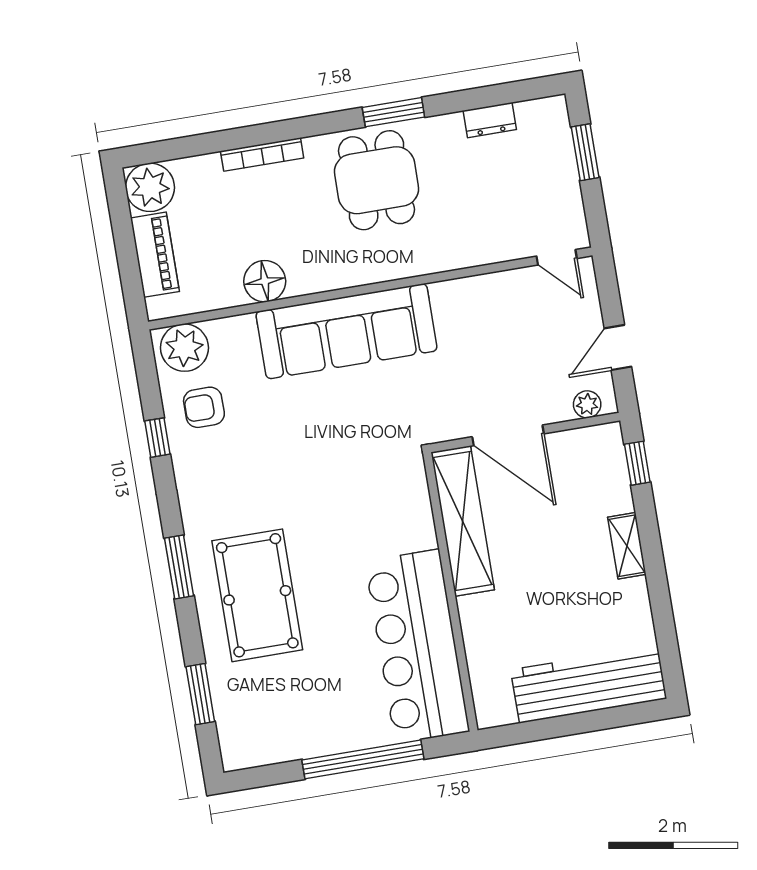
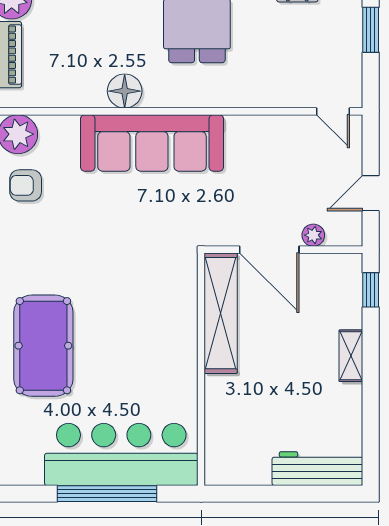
floor lamp: (265, 281) -> (125, 91), moved
plant: (587, 404) -> (313, 235), moved
bar counter: (417, 646) -> (121, 454), moved, turned 90
workbench: (589, 684) -> (317, 469), width x0.73, depth x0.76

